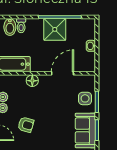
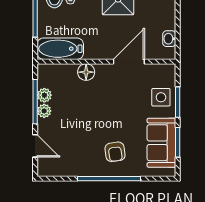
washbasin: (91, 46) -> (169, 39), moved
armchair: (26, 125) -> (115, 152), moved, turned 66

